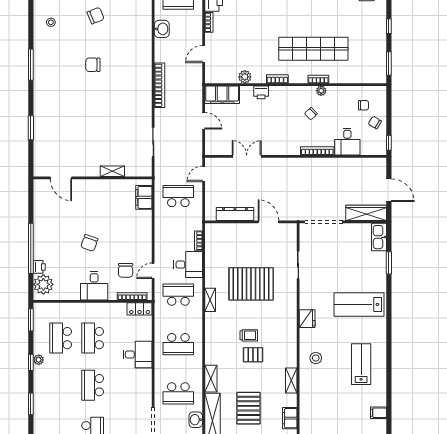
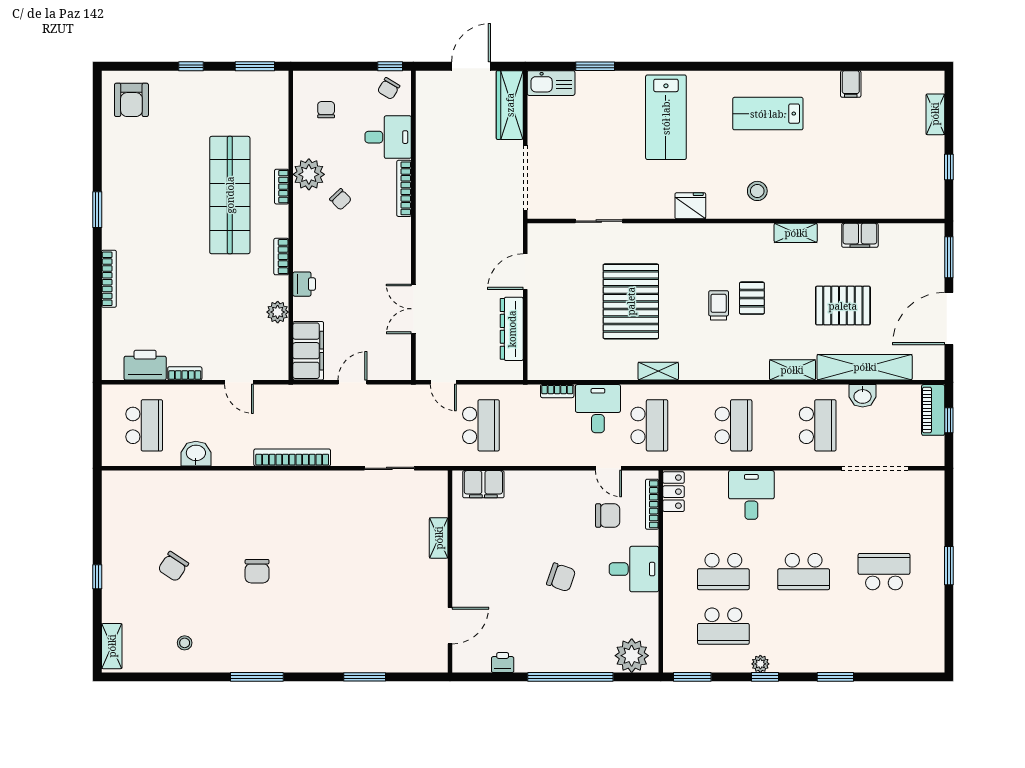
chair: (96, 16) -> (173, 567), turned -125
plant: (321, 91) -> (309, 174), width x1.87, depth x1.87
chair: (375, 123) -> (389, 89), moved
school desk: (178, 196) -> (481, 425), turned 180
printer: (39, 267) -> (503, 663), moved
school desk: (178, 295) -> (649, 425), turned 180

